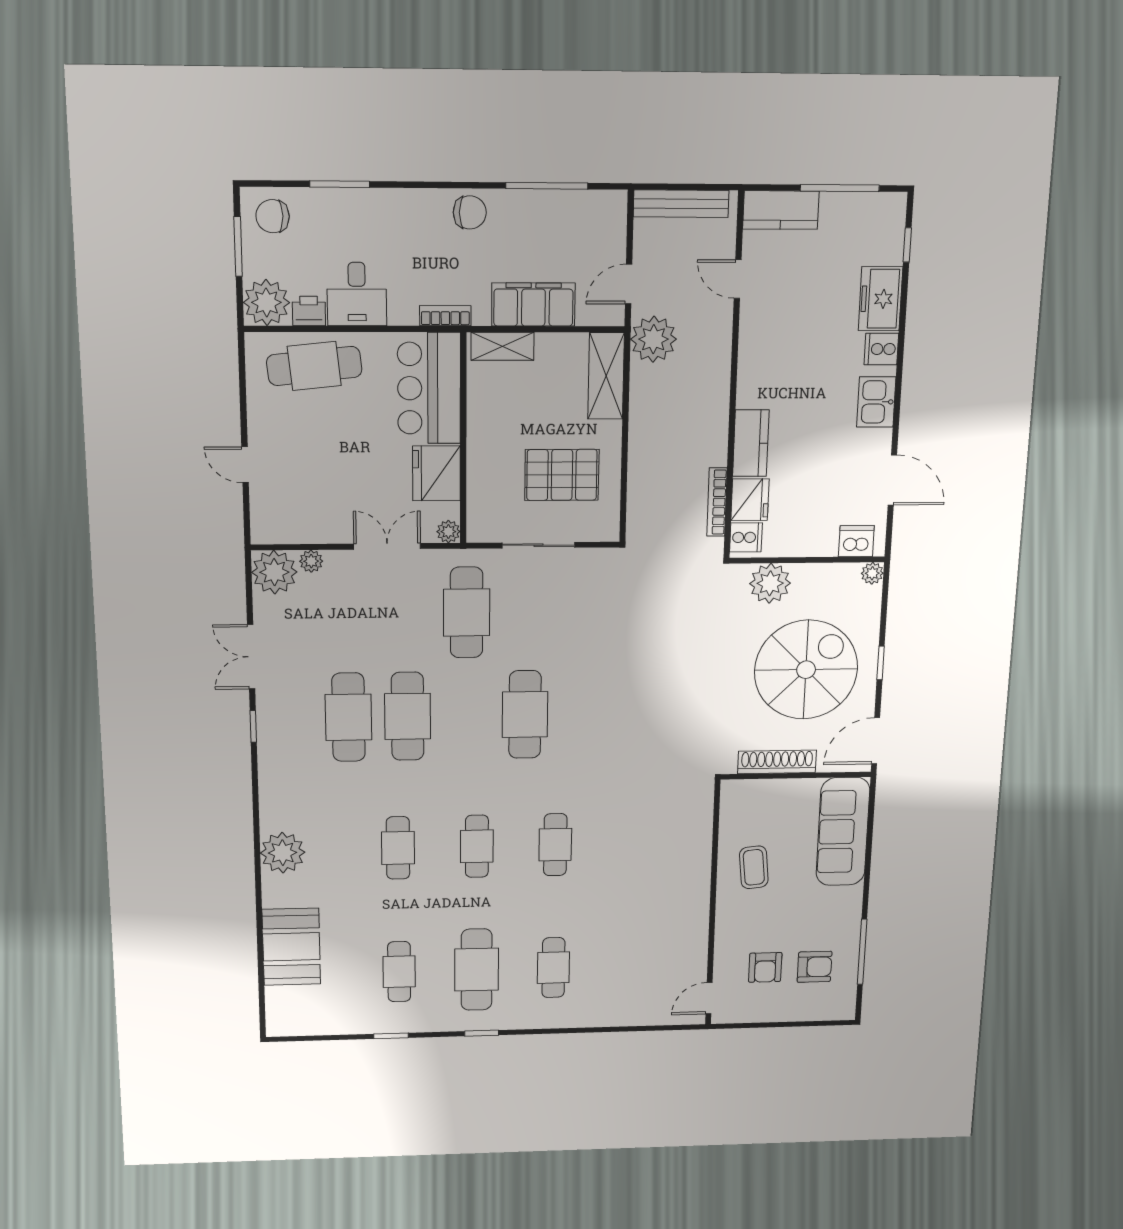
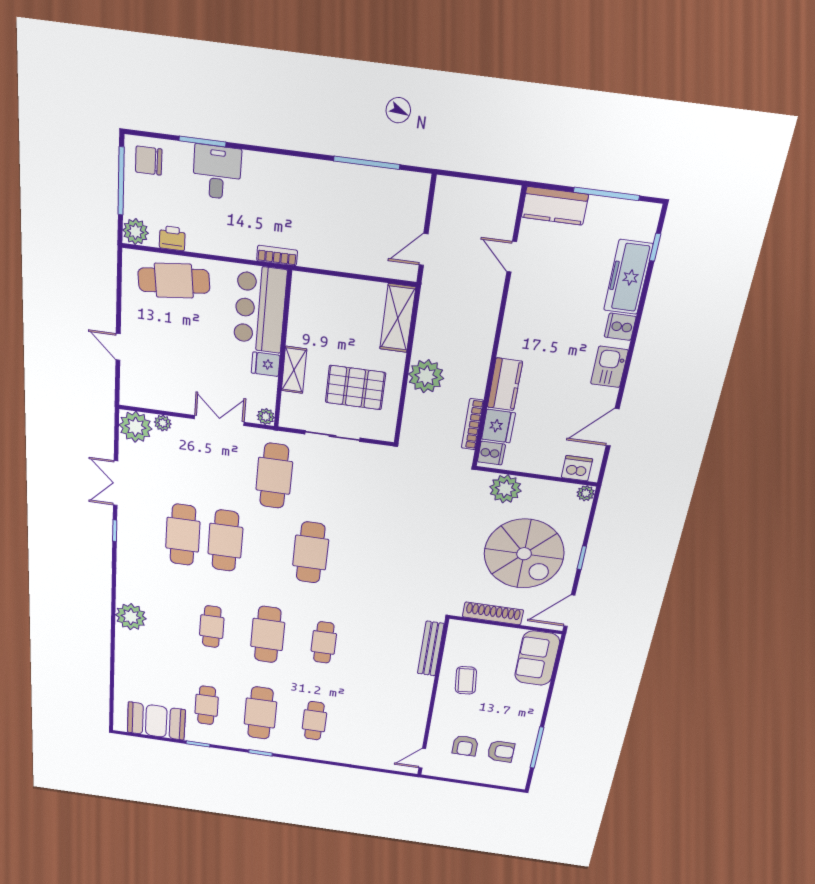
bench: (681, 204) -> (431, 649), moved, turned 90
chair: (470, 212) -> (303, 177), removed
window: (238, 246) -> (121, 181), width x1.44
desk: (357, 294) -> (217, 172), moved, turned 180
freezer: (881, 299) -> (628, 277), width x1.40
plant: (266, 302) -> (136, 232), width x0.73, depth x0.73
filing cabinet: (533, 305) -> (347, 256), removed
plant: (653, 339) -> (426, 376), moved
shelving: (502, 346) -> (294, 370), moved, turned 90
fridge: (436, 473) -> (266, 364), width x0.53, depth x0.75
door: (892, 480) -> (613, 427), swing flipped
spiral stairs: (806, 670) -> (524, 554), turned 90
sofa: (843, 832) -> (537, 658), width x0.73
cafe table: (477, 846) -> (268, 635), width x1.37, depth x1.35
booth: (291, 947) -> (156, 721), moved, turned 90

